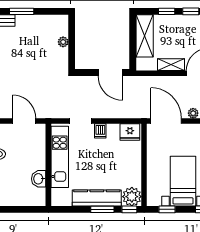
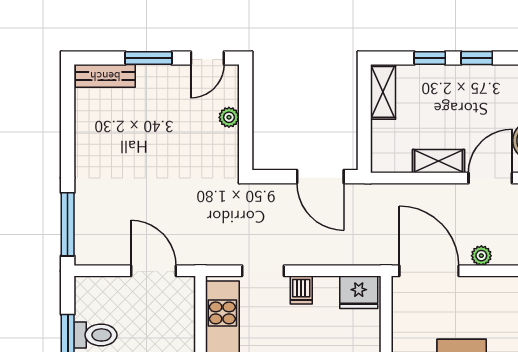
door: (52, 11) -> (207, 58), added
shelving: (145, 36) -> (383, 92), width x0.67, depth x0.75

